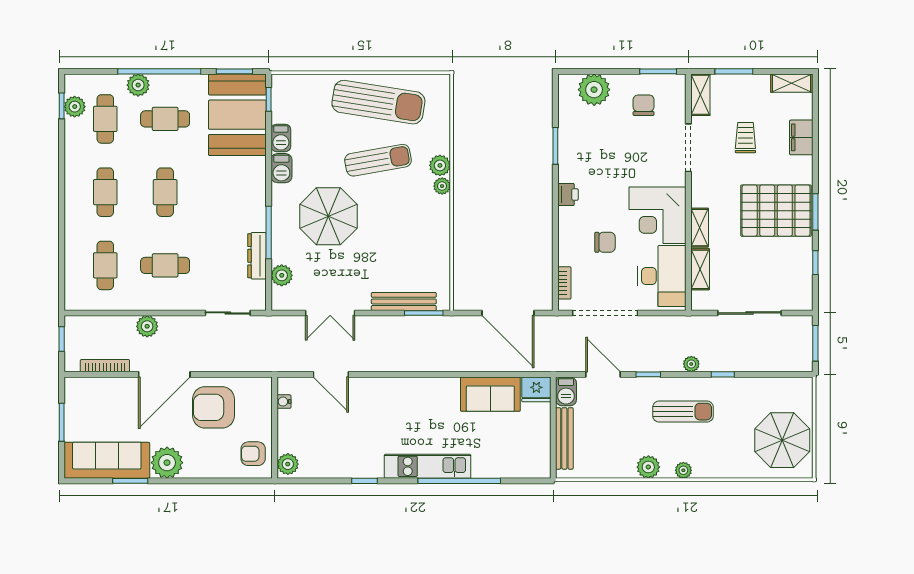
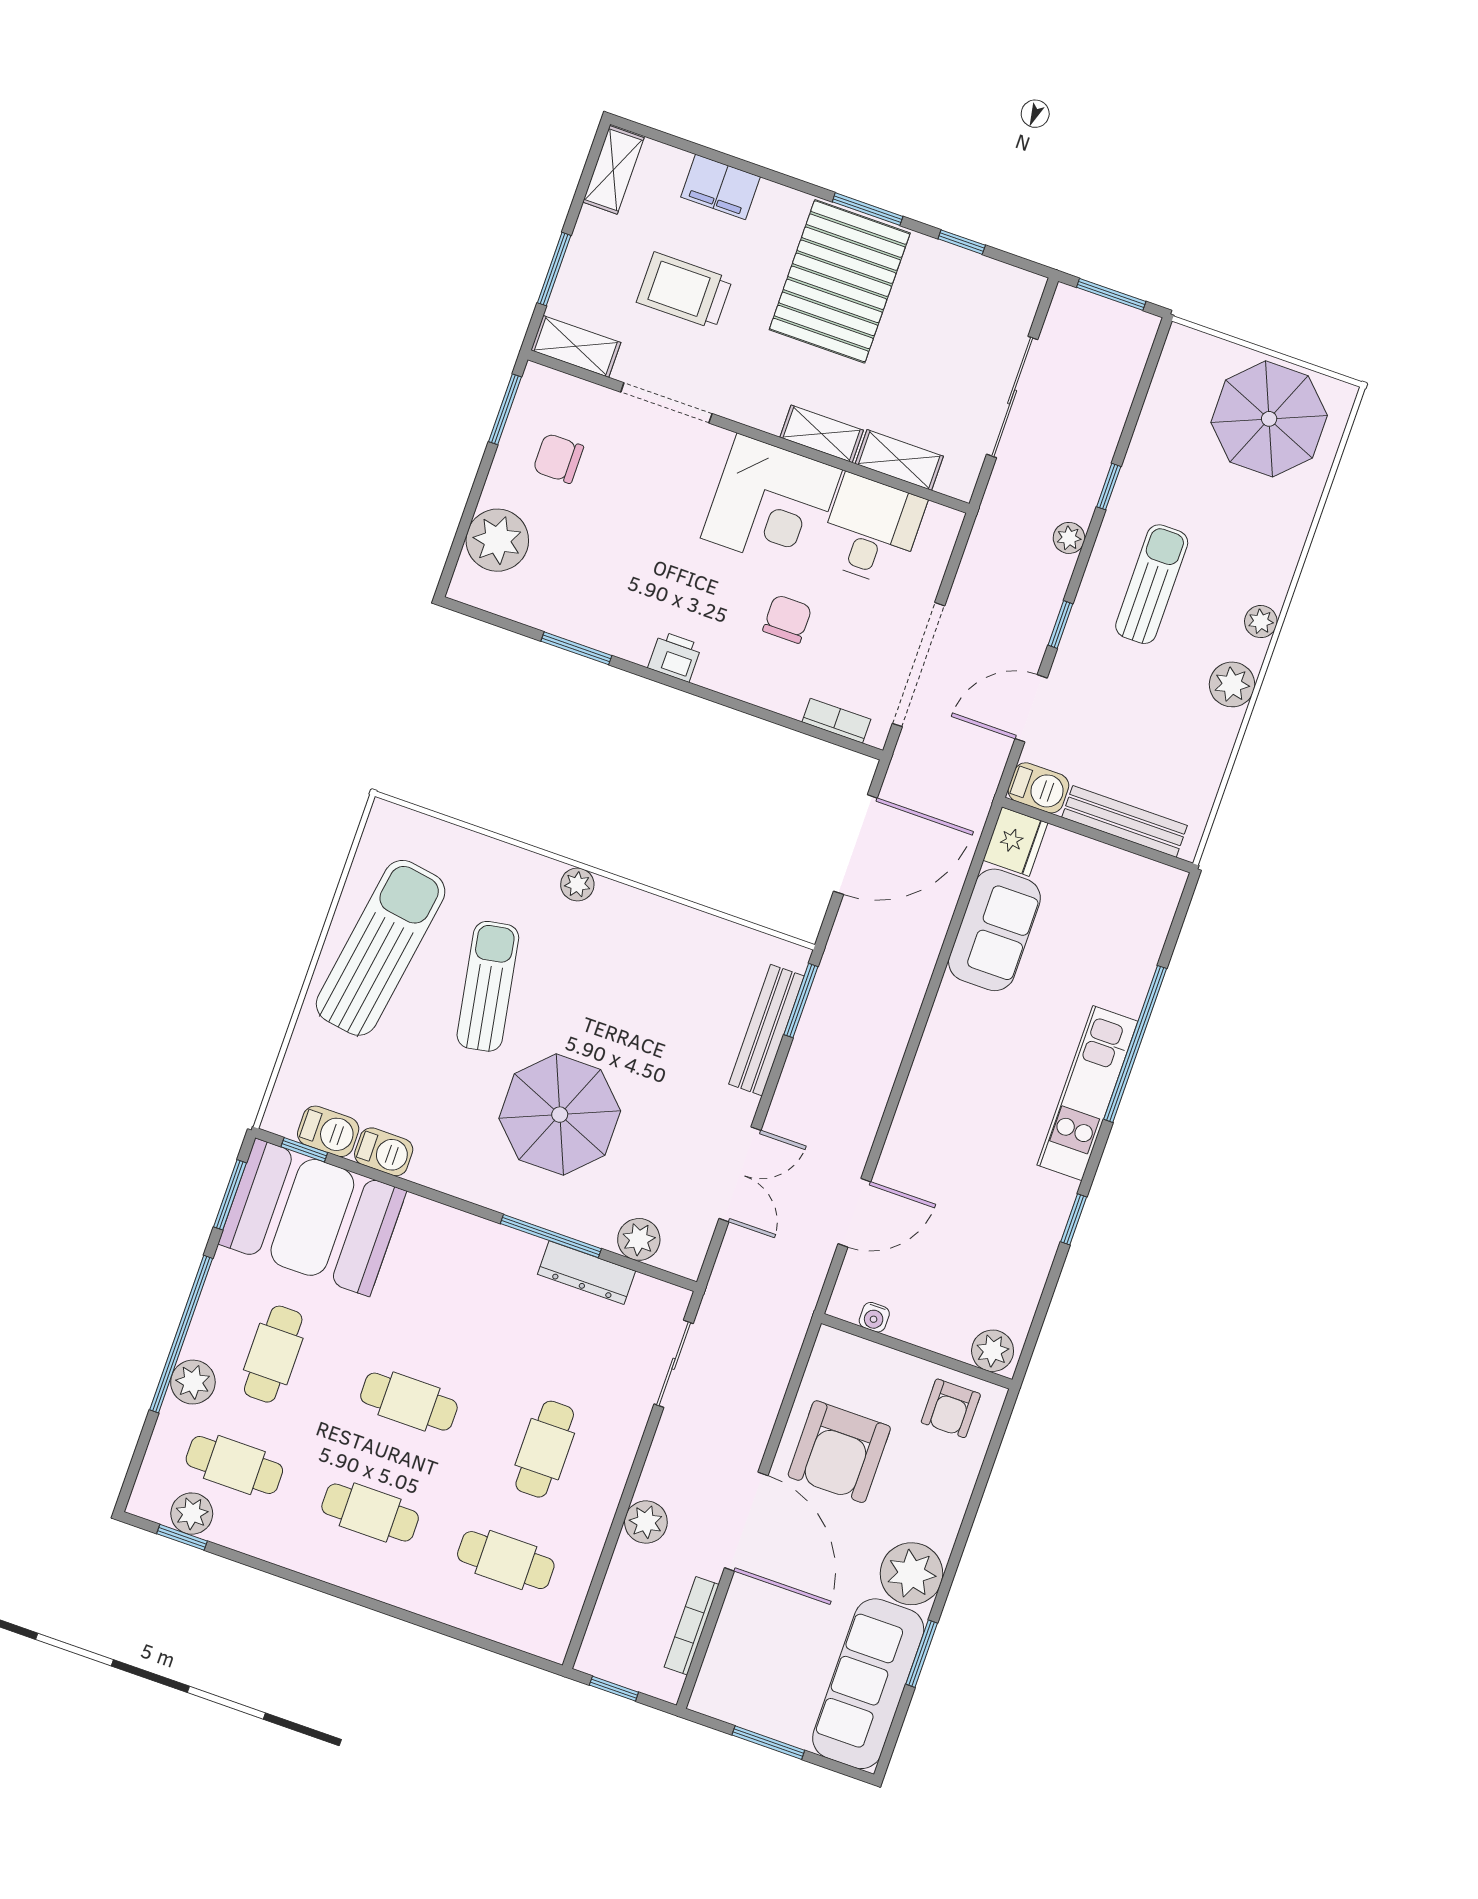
trolley: (745, 138) -> (684, 291), width x1.36, depth x1.39
plant: (440, 165) -> (538, 875), removed
barbecue: (281, 168) -> (328, 1131), moved
desk: (662, 276) -> (871, 530), width x0.73

